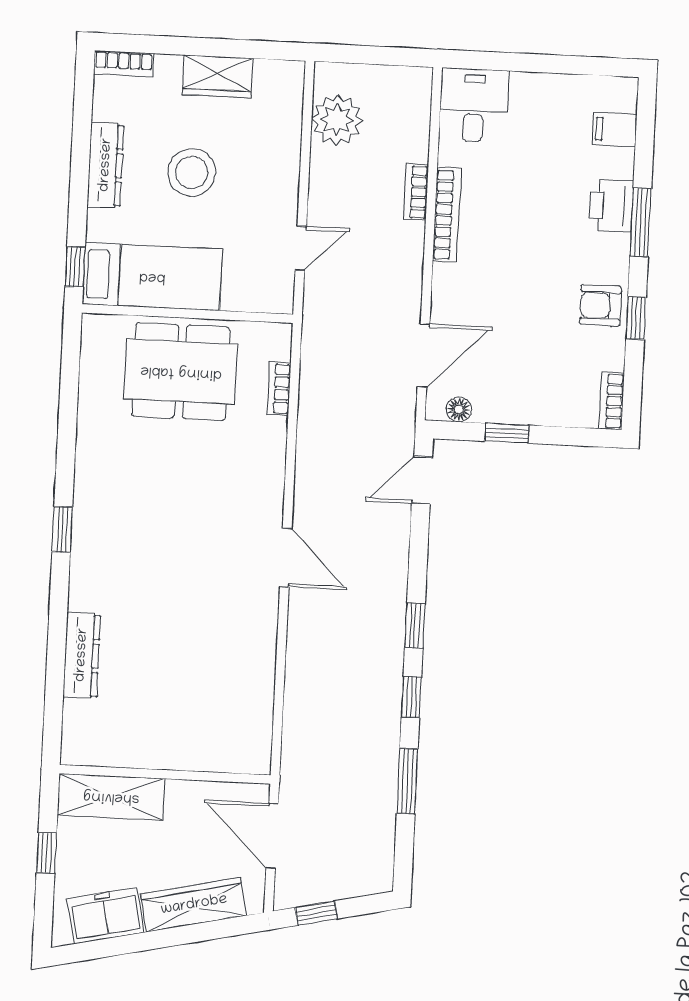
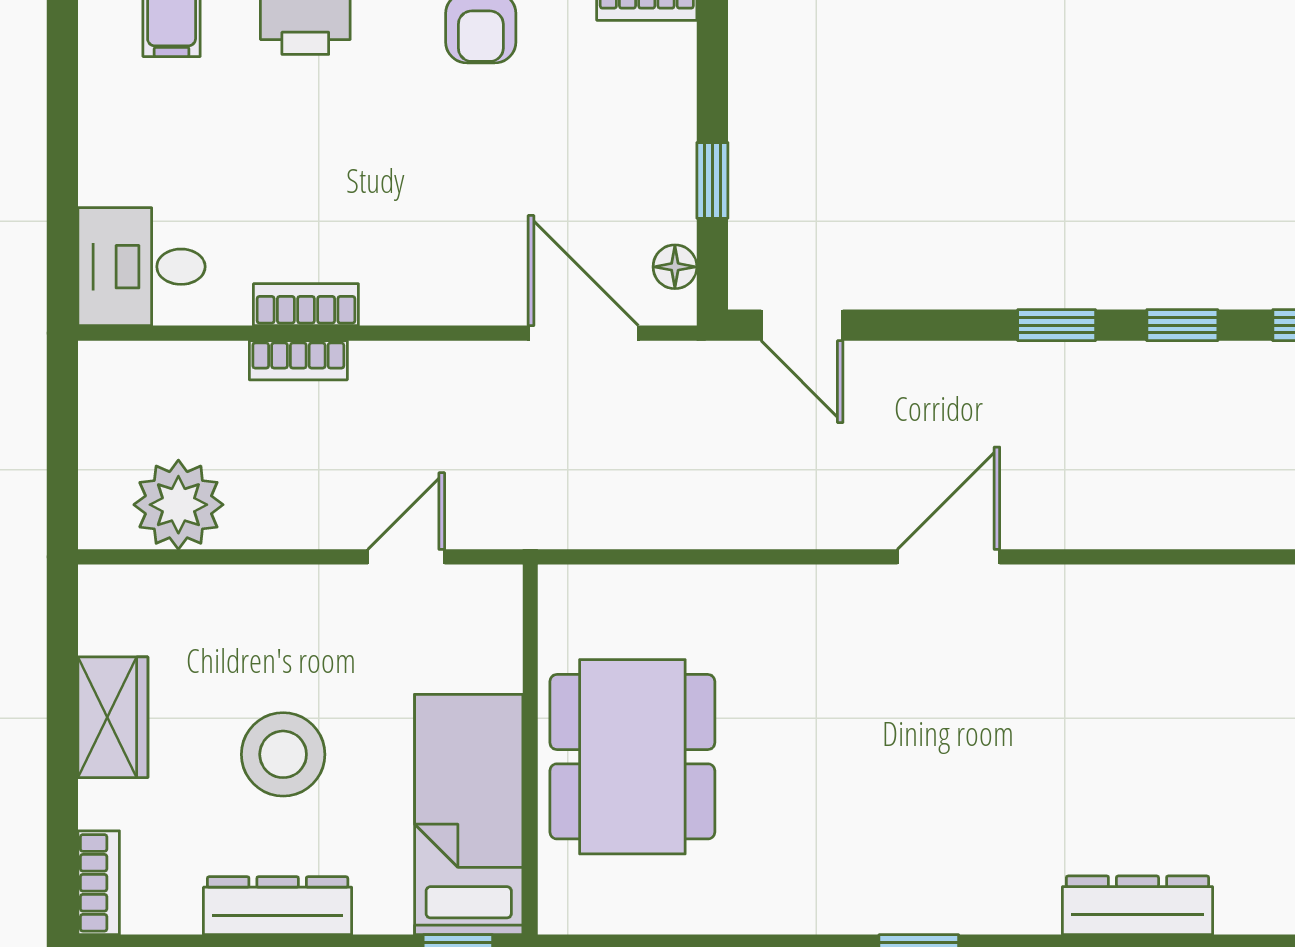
bookcase: (447, 215) -> (306, 305), width x0.64
door: (301, 248) -> (406, 557), hinge flipped
bookcase: (279, 388) -> (653, 583), removed

